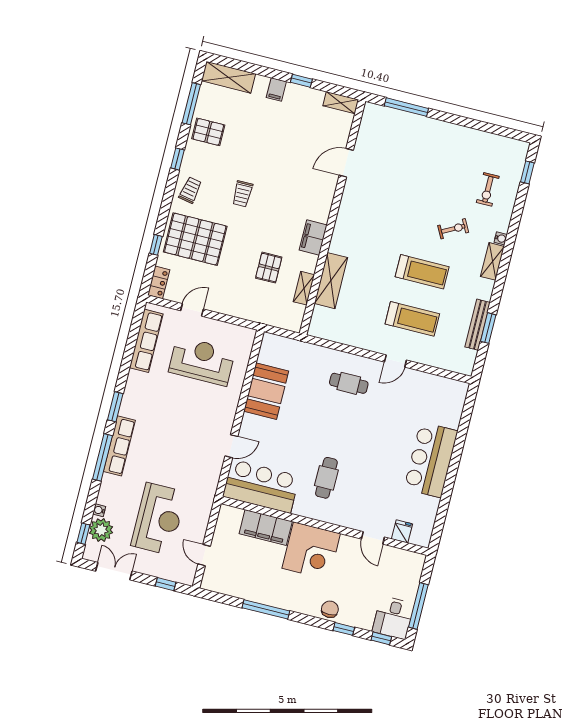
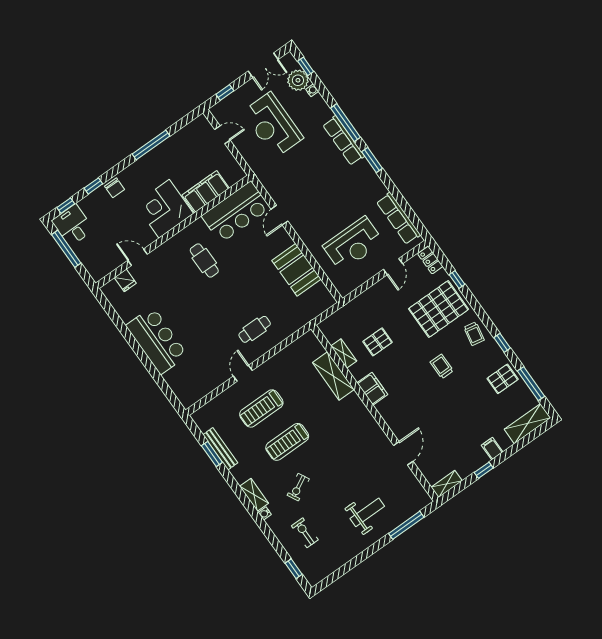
weight bench: (424, 150) -> (367, 512), added
pallet: (269, 268) -> (378, 342), turned 90

